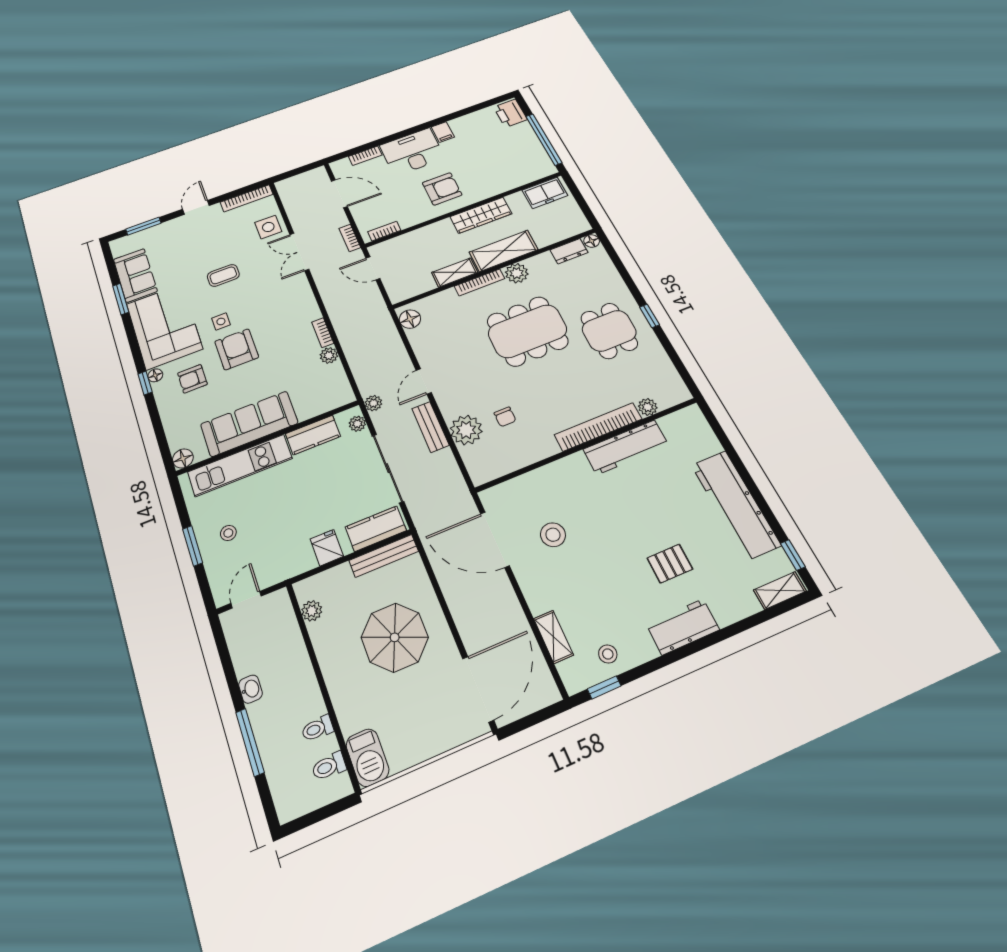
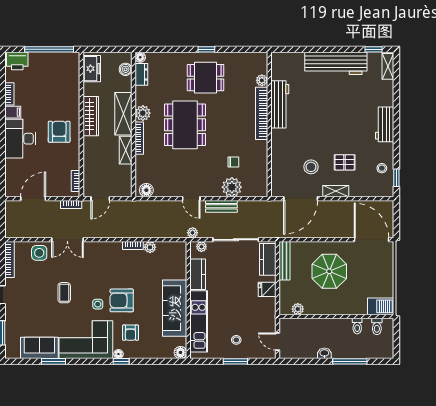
bookcase: (365, 156) -> (9, 94), moved
boiler: (566, 231) -> (126, 69), added
pallet: (670, 564) -> (345, 162), moved, turned 90
shelving: (553, 637) -> (336, 191), moved

